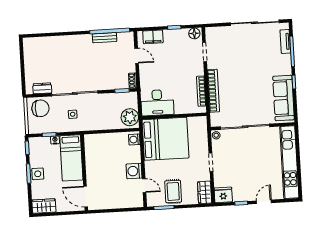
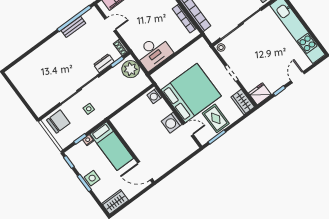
dresser: (42, 88) -> (104, 63), moved
plant: (130, 117) -> (131, 69), moved
bed: (165, 139) -> (191, 93), moved

